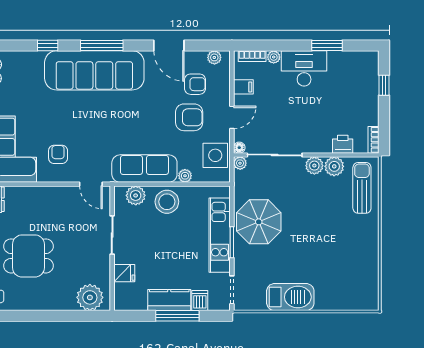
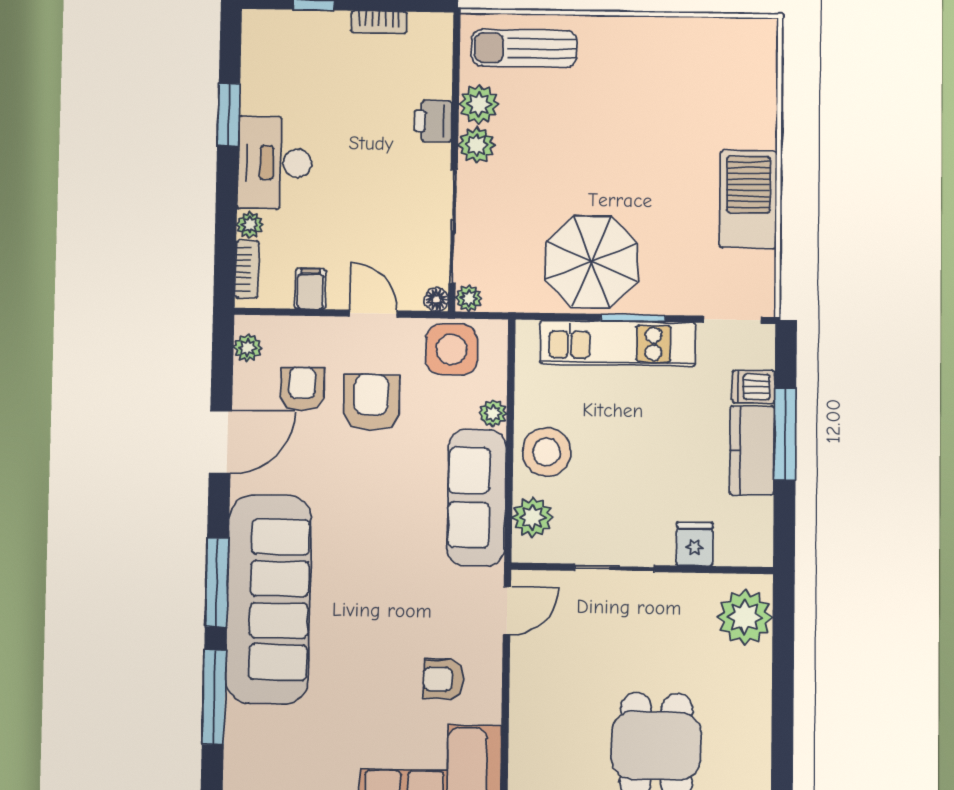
window: (48, 46) -> (214, 697), width x2.17
bookcase: (374, 140) -> (379, 22), moved
printer: (343, 144) -> (433, 121), moved

